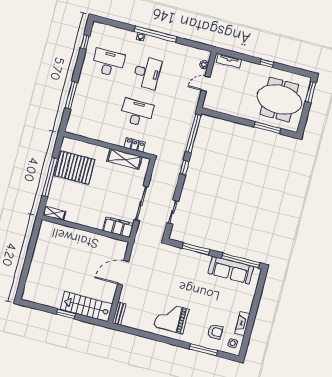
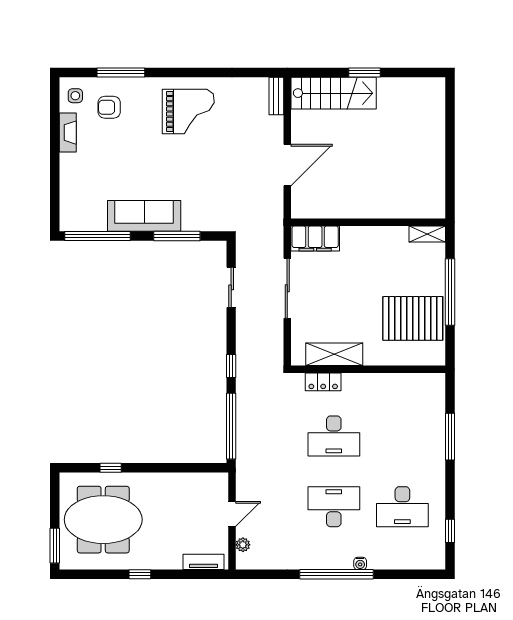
desk: (147, 73) -> (334, 507), turned 90
window: (268, 128) -> (111, 468), width x0.46
sofa: (231, 270) -> (144, 216), moved

